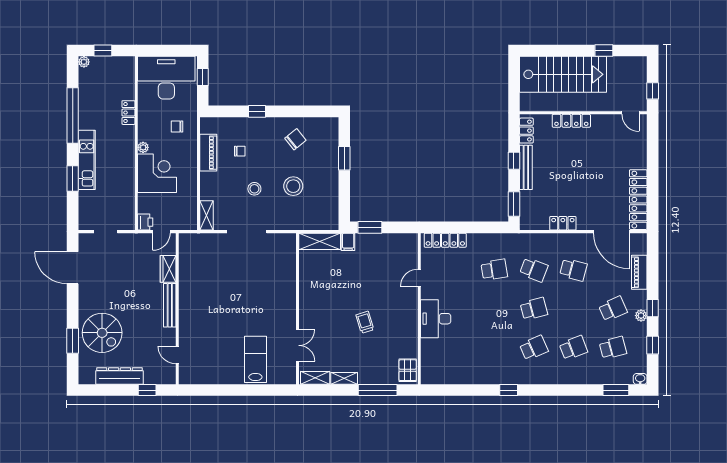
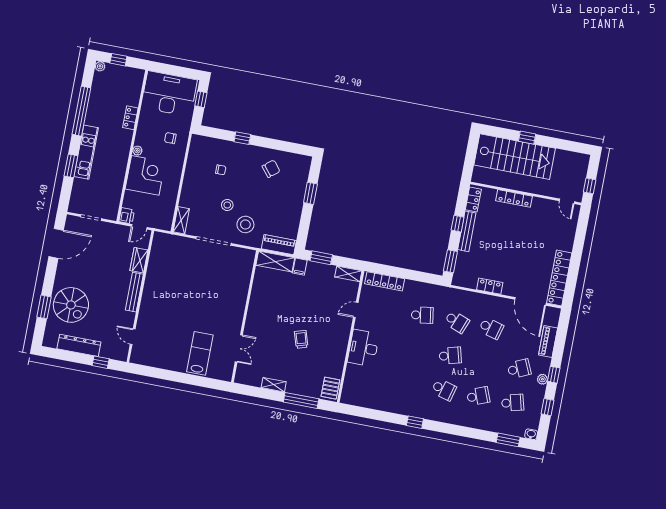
window: (604, 51) -> (527, 138), moved
piano: (208, 153) -> (279, 245), moved, turned -90
stool: (293, 186) -> (245, 224), moved
door: (73, 268) -> (56, 243), swing flipped
school desk: (534, 348) -> (444, 390), turned 39
shelving: (315, 378) -> (348, 274), moved

